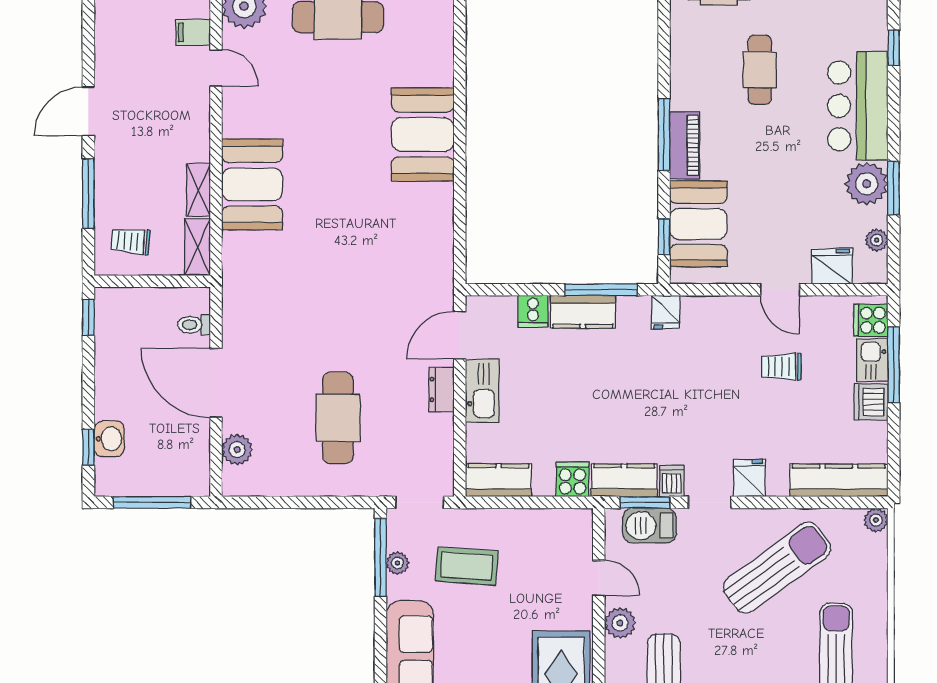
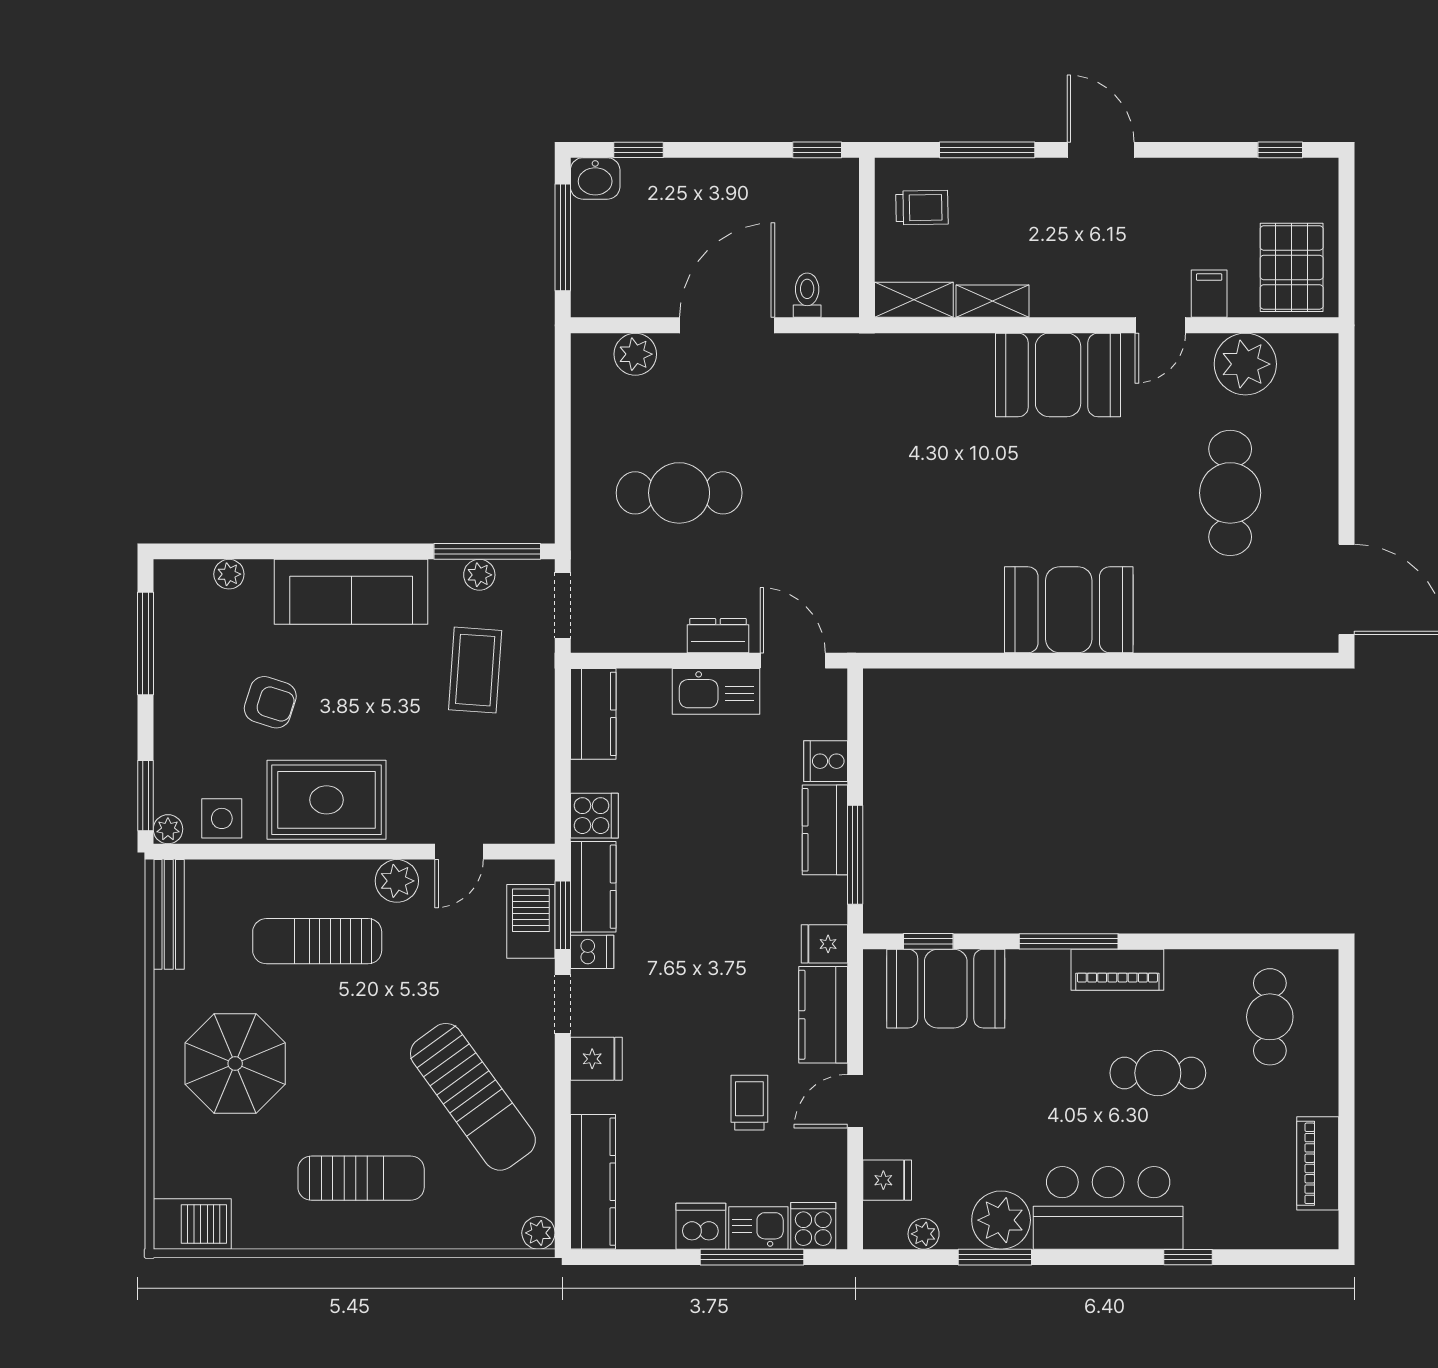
piano: (685, 145) -> (1117, 970), moved
booth: (252, 184) -> (1058, 375), moved
trolley: (130, 241) -> (922, 208), turned 84
fridge: (832, 266) -> (887, 1180), width x0.72
kitchen counter: (717, 313) -> (823, 1015), added
washbasin: (109, 439) -> (595, 178), moved

